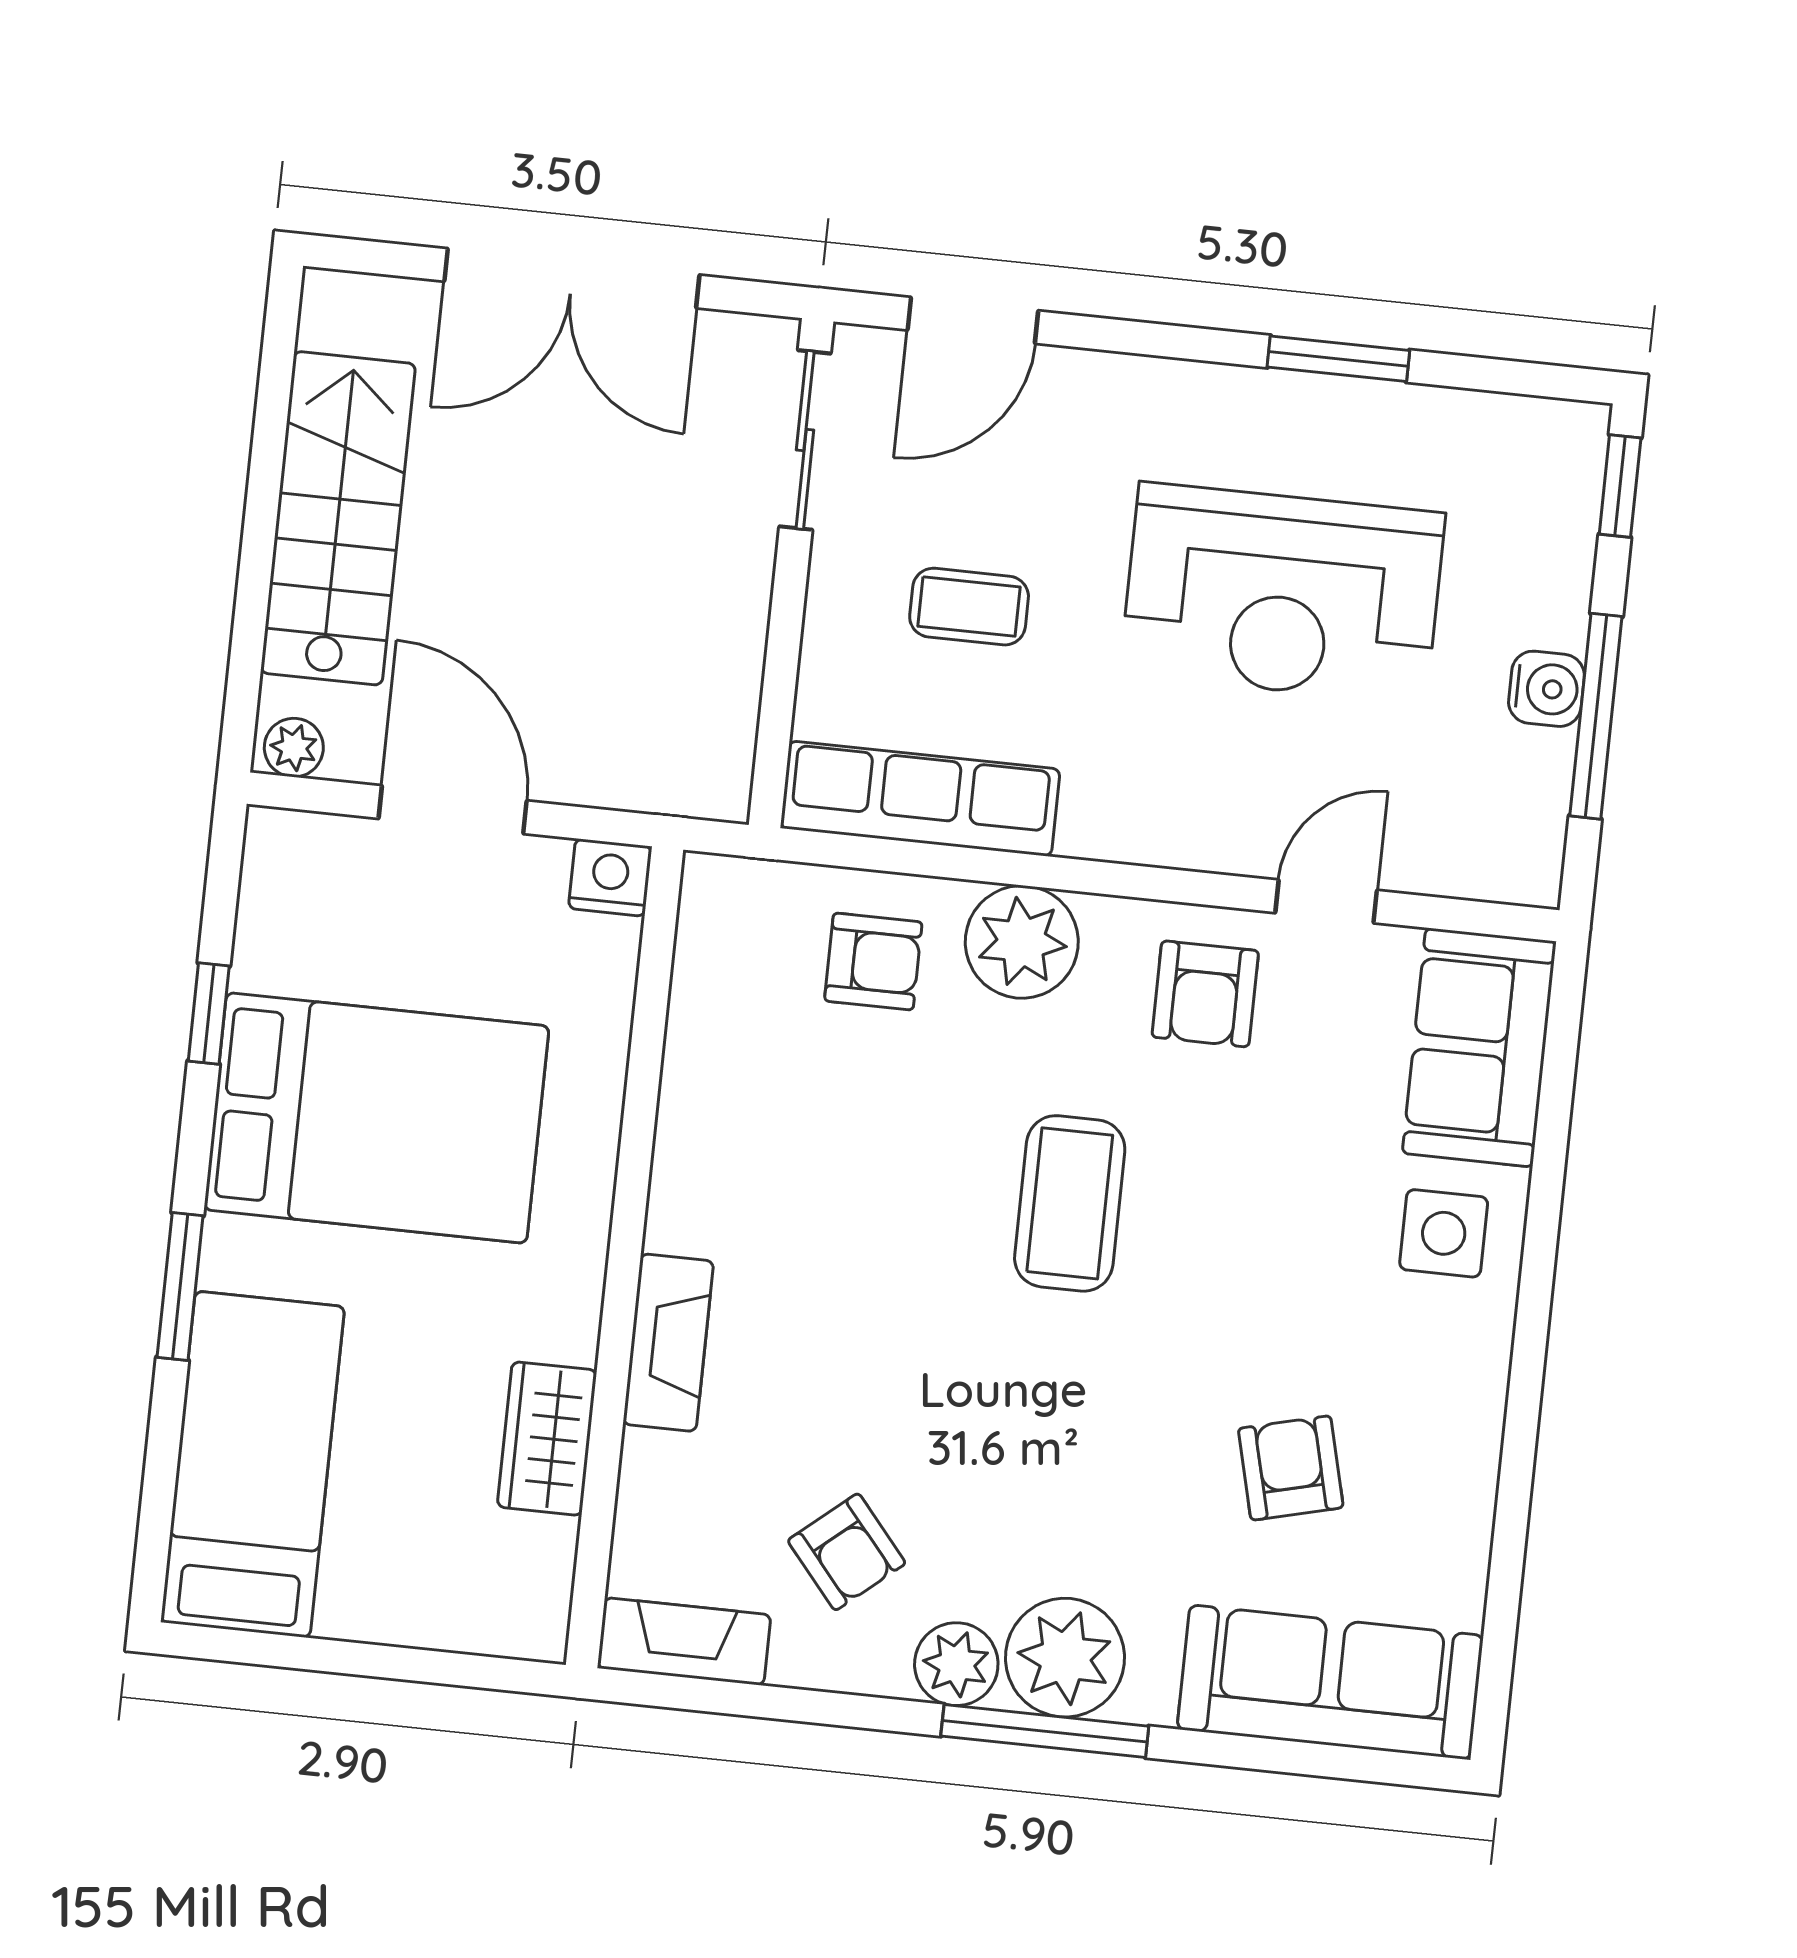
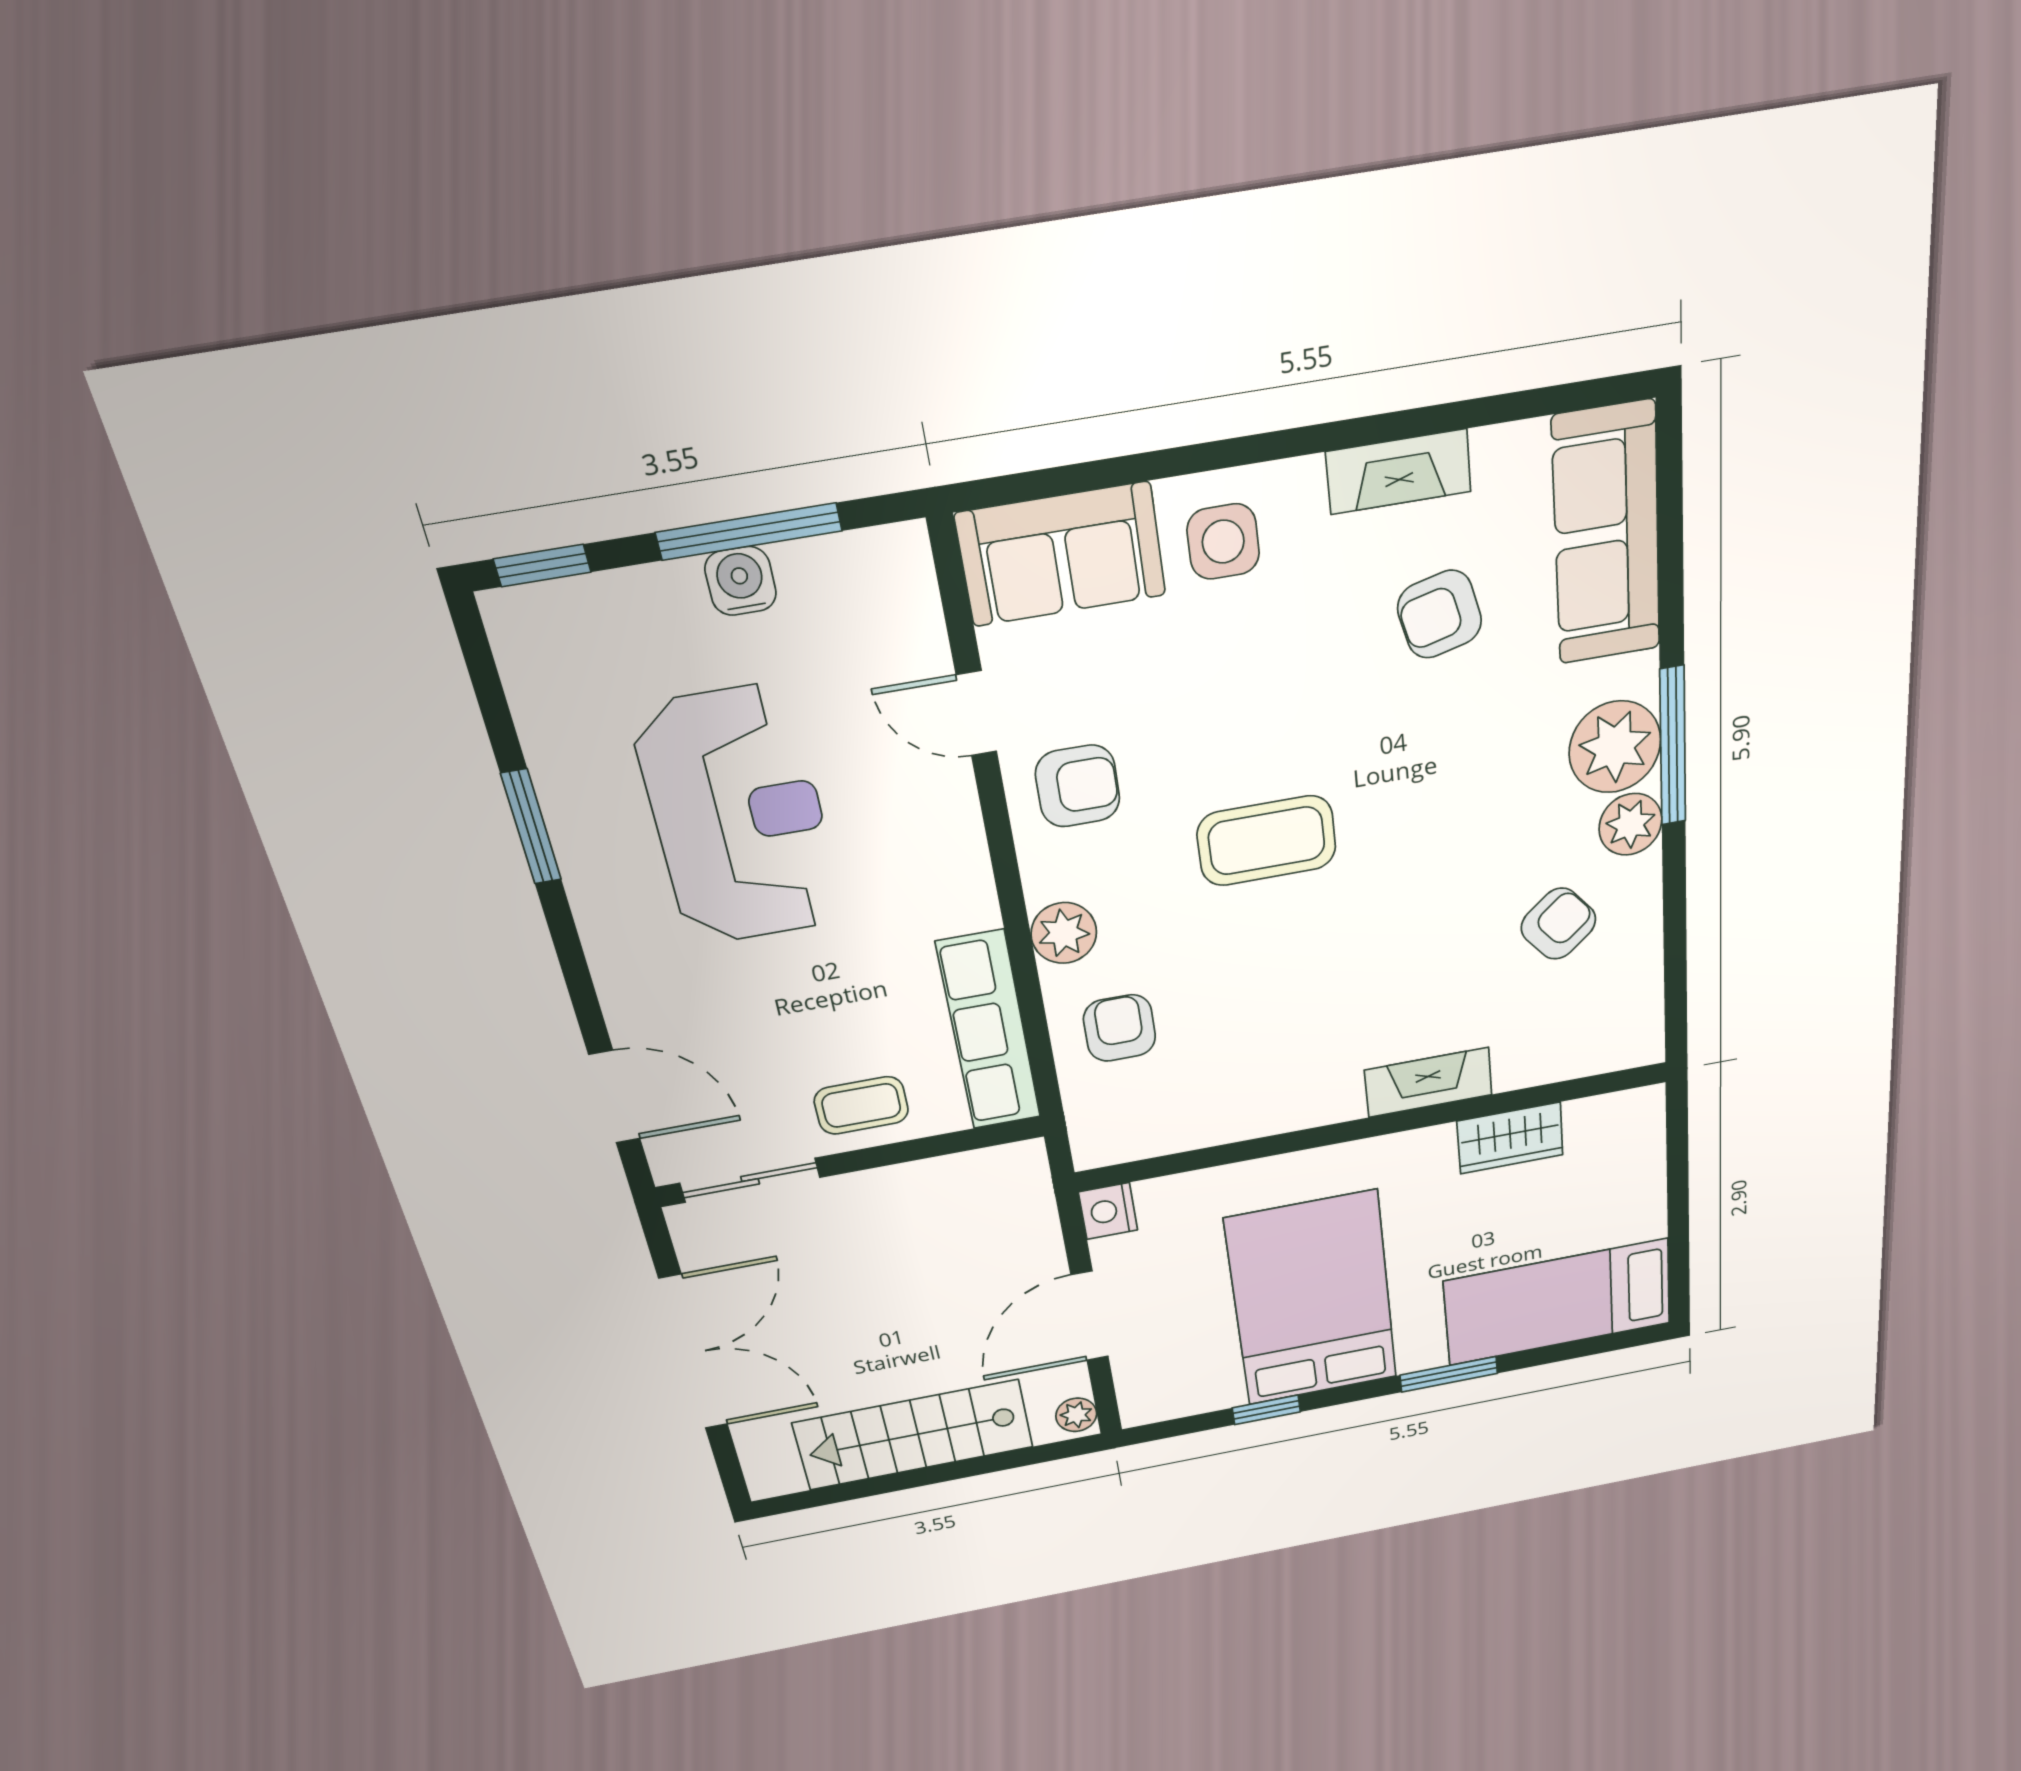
coffee table: (969, 607) -> (861, 1105), moved, turned 90
plant: (1022, 942) -> (1064, 933), width x0.73, depth x0.73
fireplace: (684, 1641) -> (1399, 472), moved, turned -90

